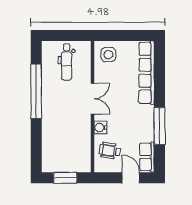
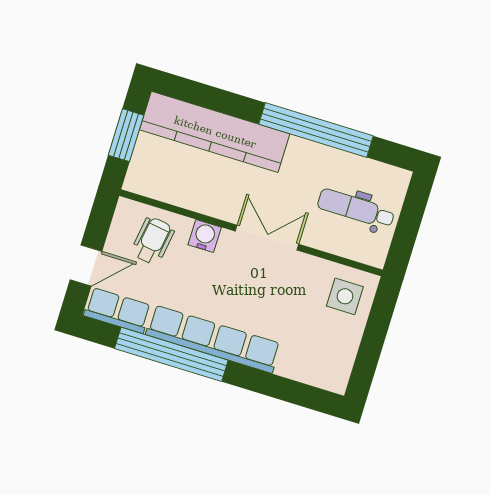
row of seats: (147, 73) -> (213, 339), moved
double door: (92, 99) -> (267, 238), swing flipped
window: (160, 126) -> (171, 354), width x1.46
kitchen counter: (51, 138) -> (215, 132), added

